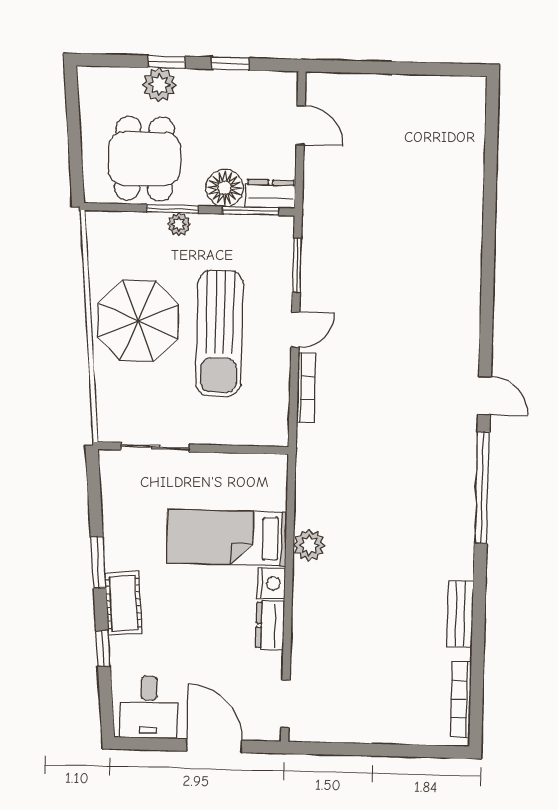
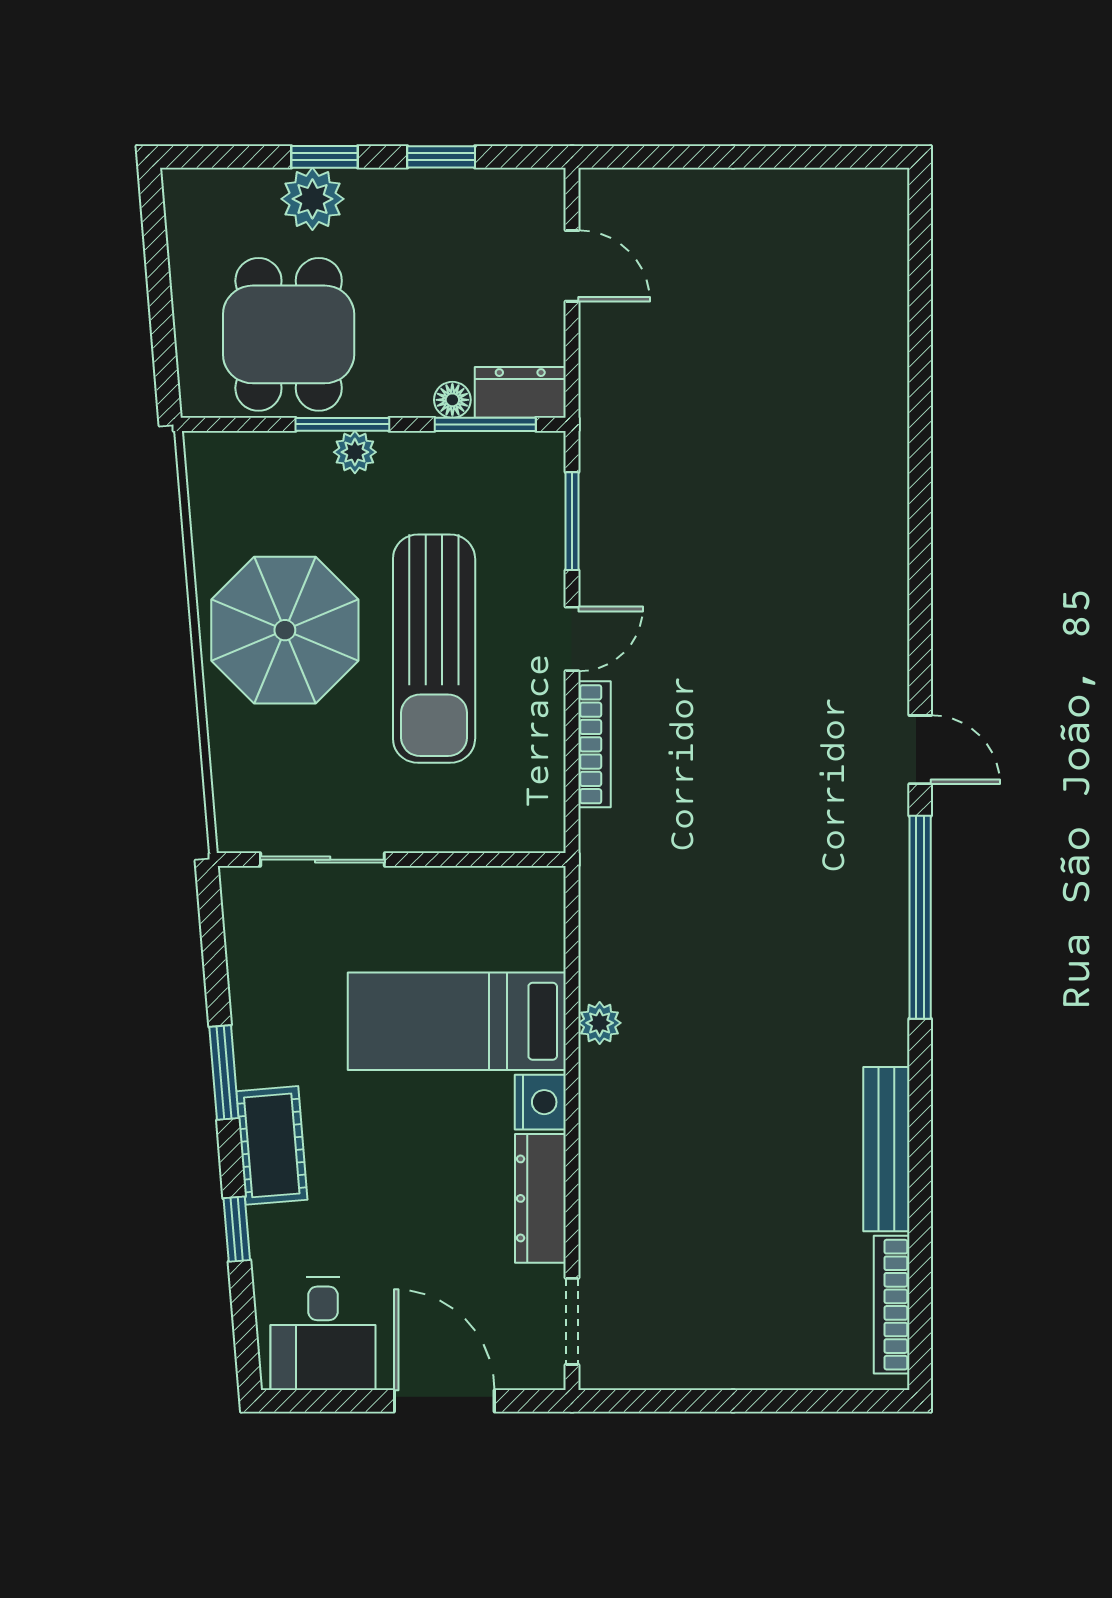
floor lamp: (225, 188) -> (452, 400), width x0.53, depth x0.53
plant: (309, 545) -> (600, 1023), width x0.73, depth x0.73
bench: (460, 614) -> (886, 1149), width x1.36
dresser: (270, 625) -> (540, 1198), width x1.44

